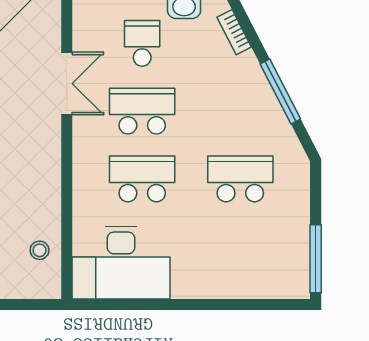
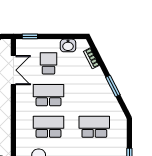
double door: (67, 84) -> (13, 70), moved
window: (280, 92) -> (113, 86), width x0.69

